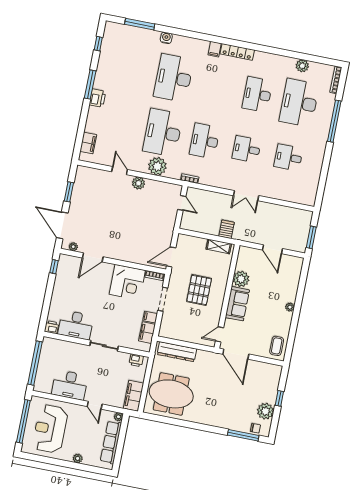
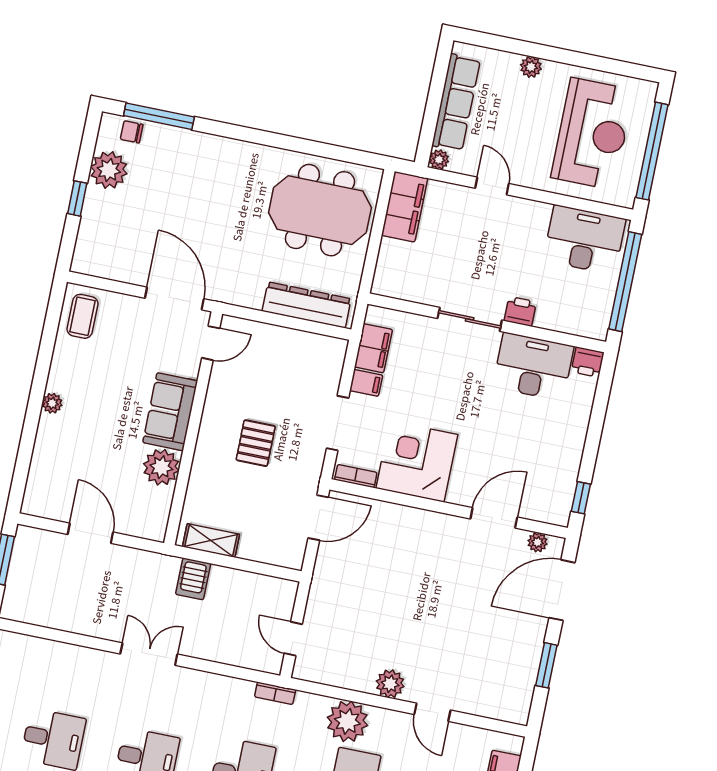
door: (62, 225) -> (562, 590), swing flipped
pallet: (199, 290) -> (256, 443), width x0.67, depth x0.71
printer: (136, 360) -> (520, 311), moved
desk: (70, 385) -> (584, 240), moved

